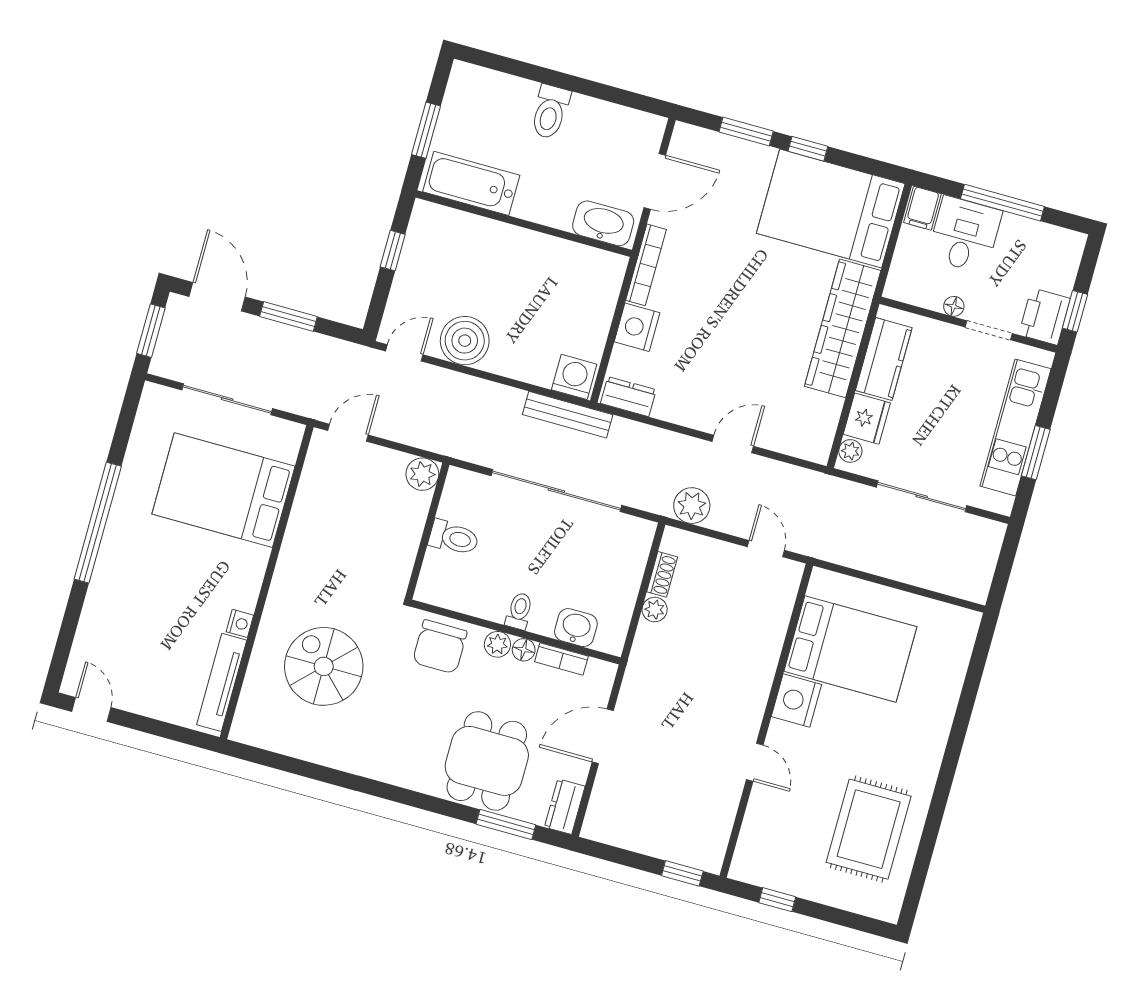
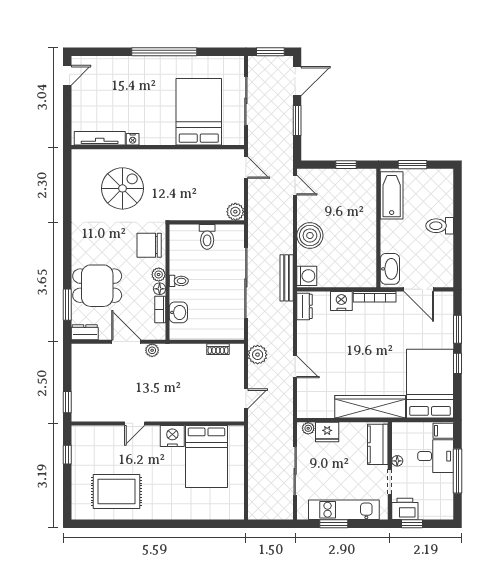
boiler: (465, 341) -> (310, 235), moved
kitchen counter: (884, 359) -> (378, 444), moved, turned 90
plant: (655, 609) -> (152, 350), moved

